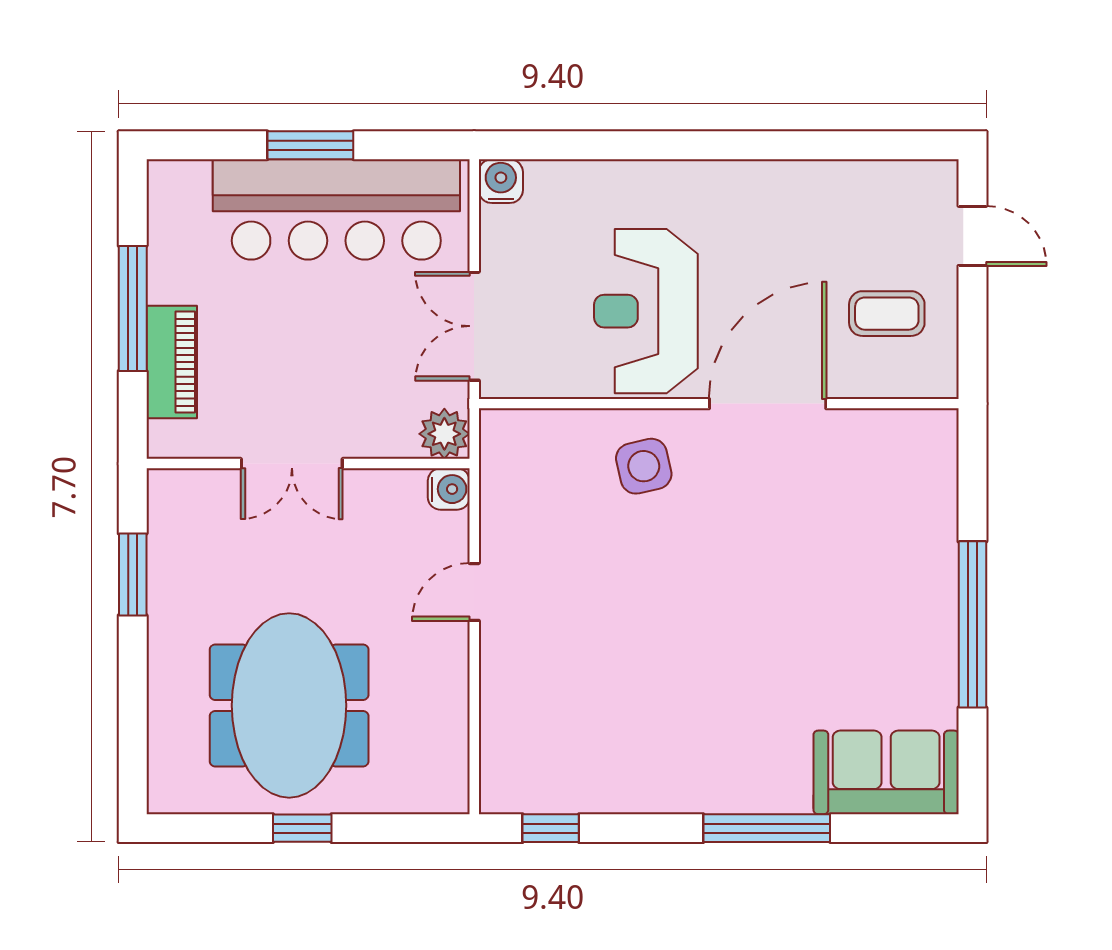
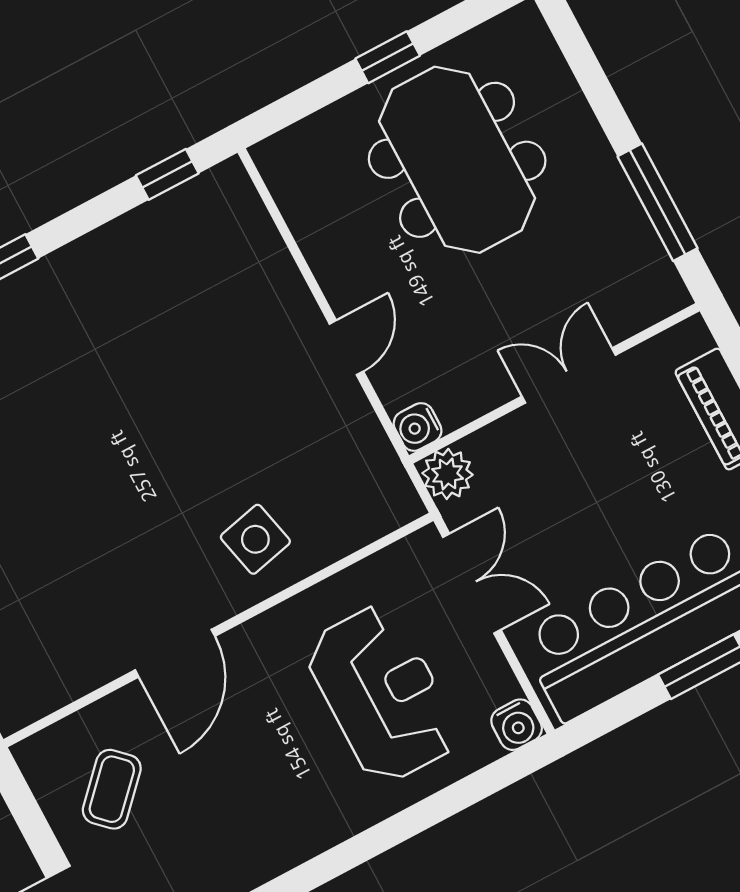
reception desk: (646, 311) -> (382, 694), moved
coffee table: (887, 314) -> (112, 789), turned -46
door: (768, 404) -> (175, 653), width x0.73
window: (133, 574) -> (658, 202), width x1.44

